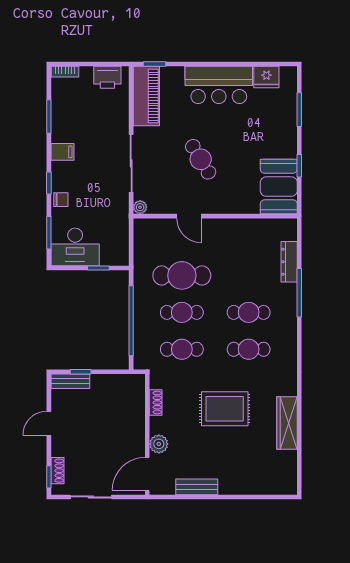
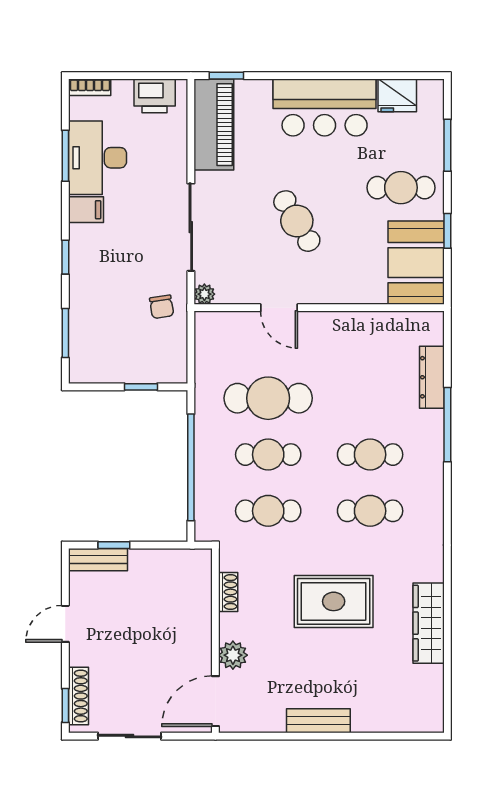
cafe table: (269, 137) -> (401, 188), added
chair: (61, 200) -> (162, 307), moved, turned 81
desk: (75, 247) -> (98, 158), moved, turned 90
shoe rack: (57, 471) -> (78, 696), width x1.43
bench: (197, 487) -> (318, 721), moved

